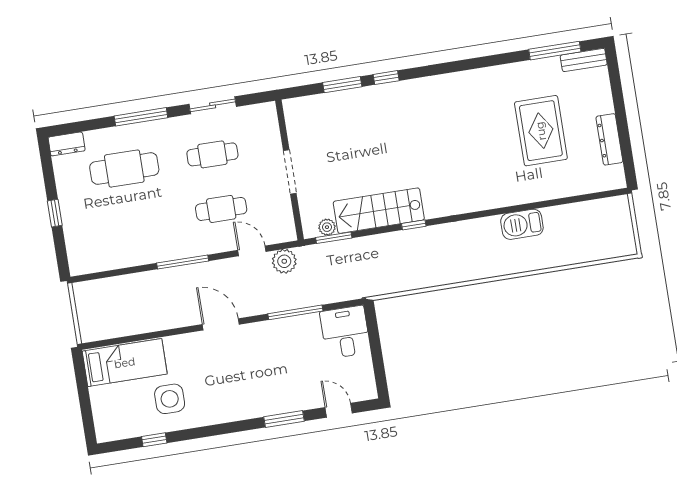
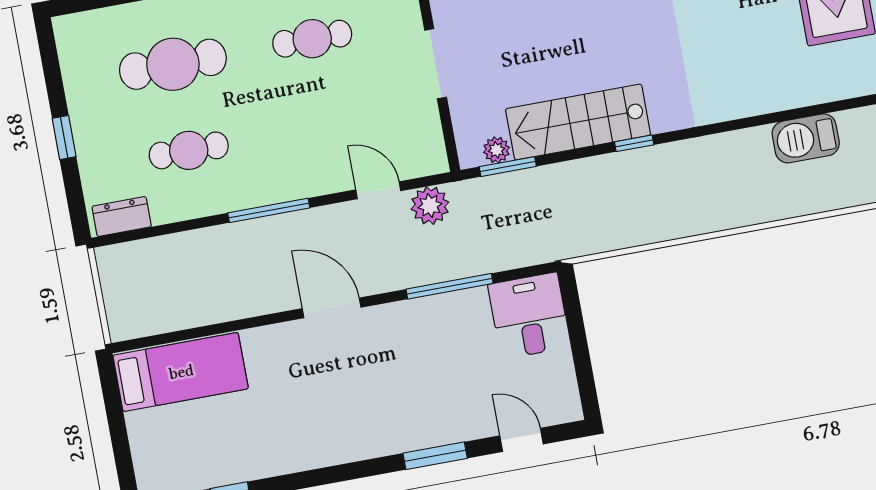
dresser: (67, 144) -> (122, 217), moved, turned 180
cafe table: (221, 209) -> (189, 150), moved
side table: (170, 399) -> (253, 428), removed

